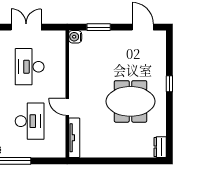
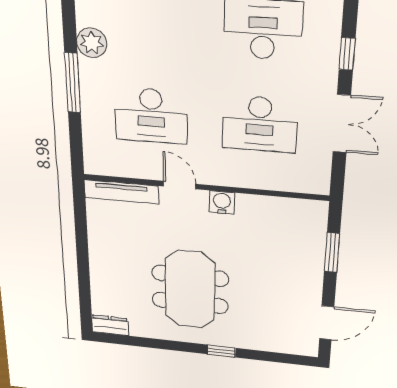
water cooler: (75, 37) -> (222, 202), moved
desk: (30, 67) -> (260, 124), turned 180
door: (67, 107) -> (180, 185), hinge flipped

